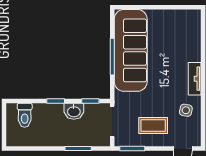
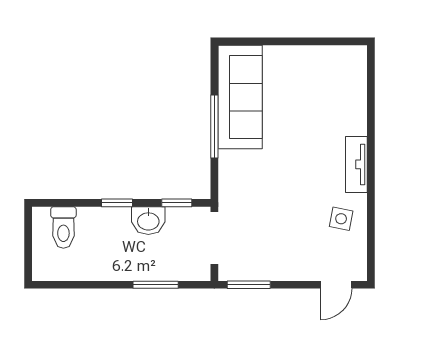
sofa: (131, 50) -> (240, 97), width x0.74, depth x0.79
coffee table: (153, 126) -> (285, 245), removed

